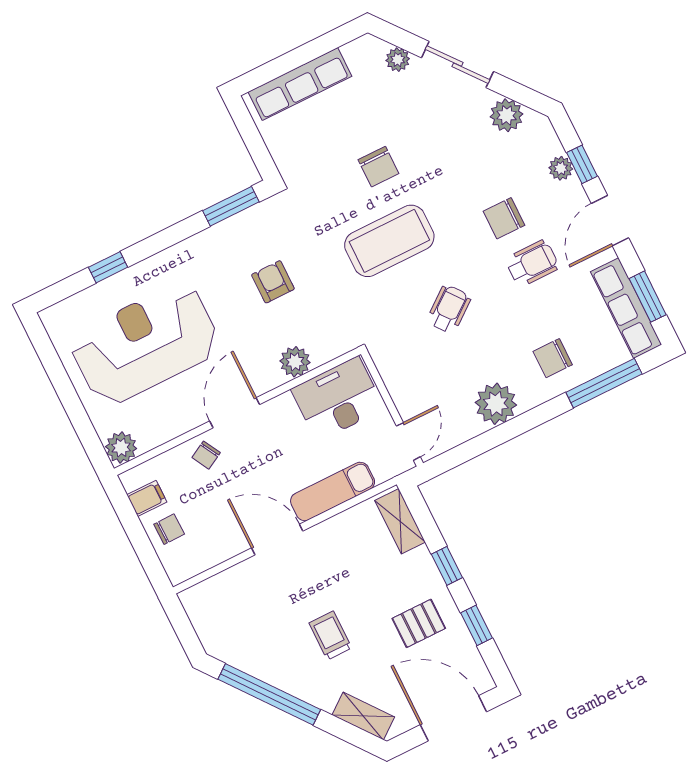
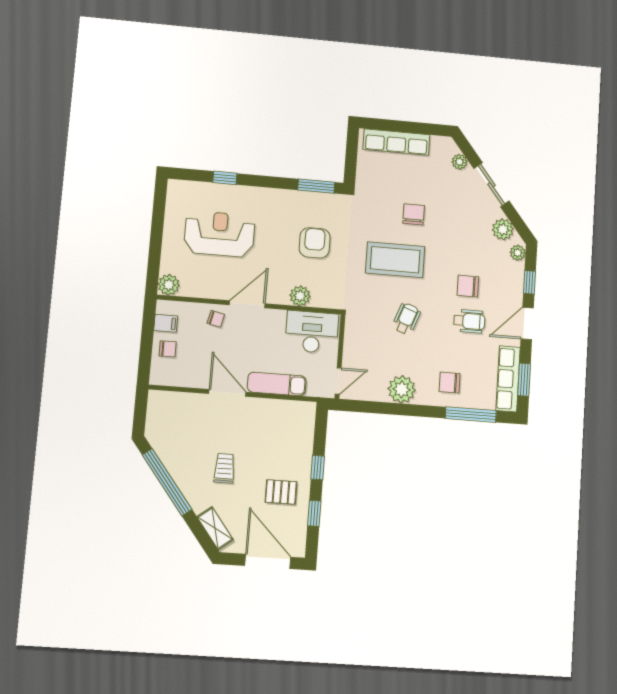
chair: (378, 167) -> (414, 214), turned 180
plant: (561, 168) -> (518, 253), moved
armchair: (273, 282) -> (315, 243), width x1.38, depth x1.38
wheelchair: (449, 309) -> (406, 319), turned -32
reception desk: (145, 344) -> (220, 234), width x0.74, depth x0.77
chair: (206, 455) -> (216, 319), turned -138
shelving: (400, 521) -> (306, 425), removed

